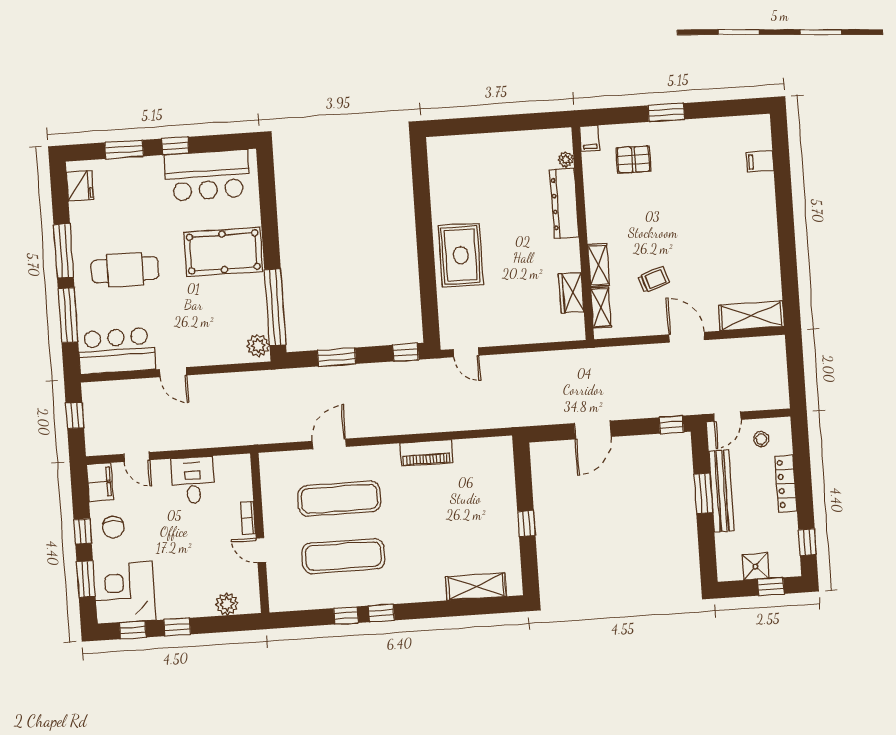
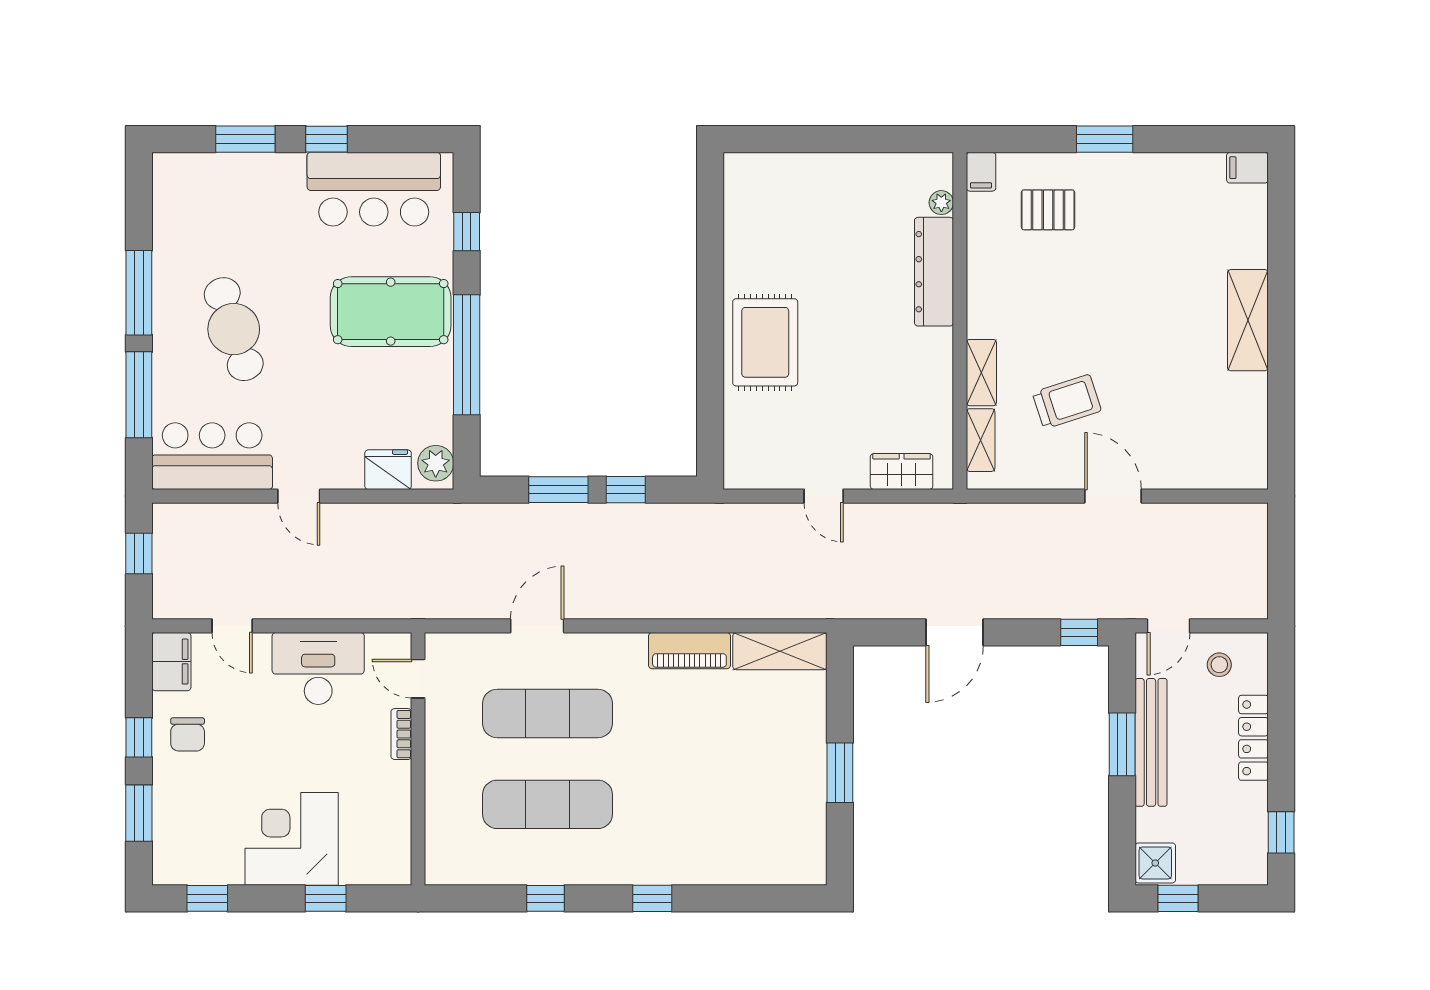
filing cabinet: (760, 162) -> (1247, 168), moved
fridge: (80, 186) -> (388, 470), moved, turned -90
window: (268, 198) -> (467, 232), added
cafe table: (125, 270) -> (234, 329), turned 72
trolley: (654, 280) -> (1067, 402), width x1.36, depth x1.39
wardrobe: (571, 293) -> (902, 472), moved, turned 90
window: (275, 307) -> (467, 355), moved
shelving: (752, 316) -> (1248, 320), moved, turned 90
window: (406, 352) -> (626, 490), moved
door: (466, 352) -> (824, 496), moved
desk: (193, 480) -> (318, 668), width x1.37
window: (526, 524) -> (840, 773), width x1.50
door: (261, 550) -> (418, 679), moved
shower: (756, 567) -> (1155, 863), moved
shelving: (476, 586) -> (780, 651), moved
window: (771, 586) -> (1178, 898), moved
corner desk: (125, 593) -> (292, 839), moved
plant: (227, 604) -> (359, 868), removed
window: (381, 613) -> (652, 898), moved
window: (177, 627) -> (326, 898), moved

